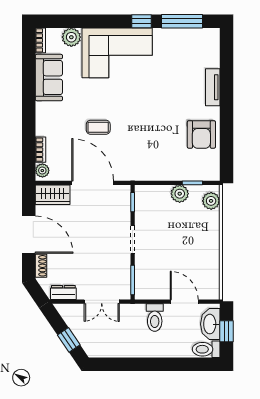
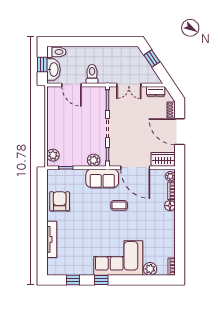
window: (182, 21) -> (73, 280), width x0.46
sofa: (49, 78) -> (102, 178), moved, turned -90
tv unit: (213, 87) -> (52, 239), width x1.41
coffee table: (98, 127) -> (119, 205), moved
floor lamp: (43, 128) -> (170, 206), added
plant: (180, 194) -> (94, 160), moved
double door: (102, 302) -> (129, 85), swing flipped

